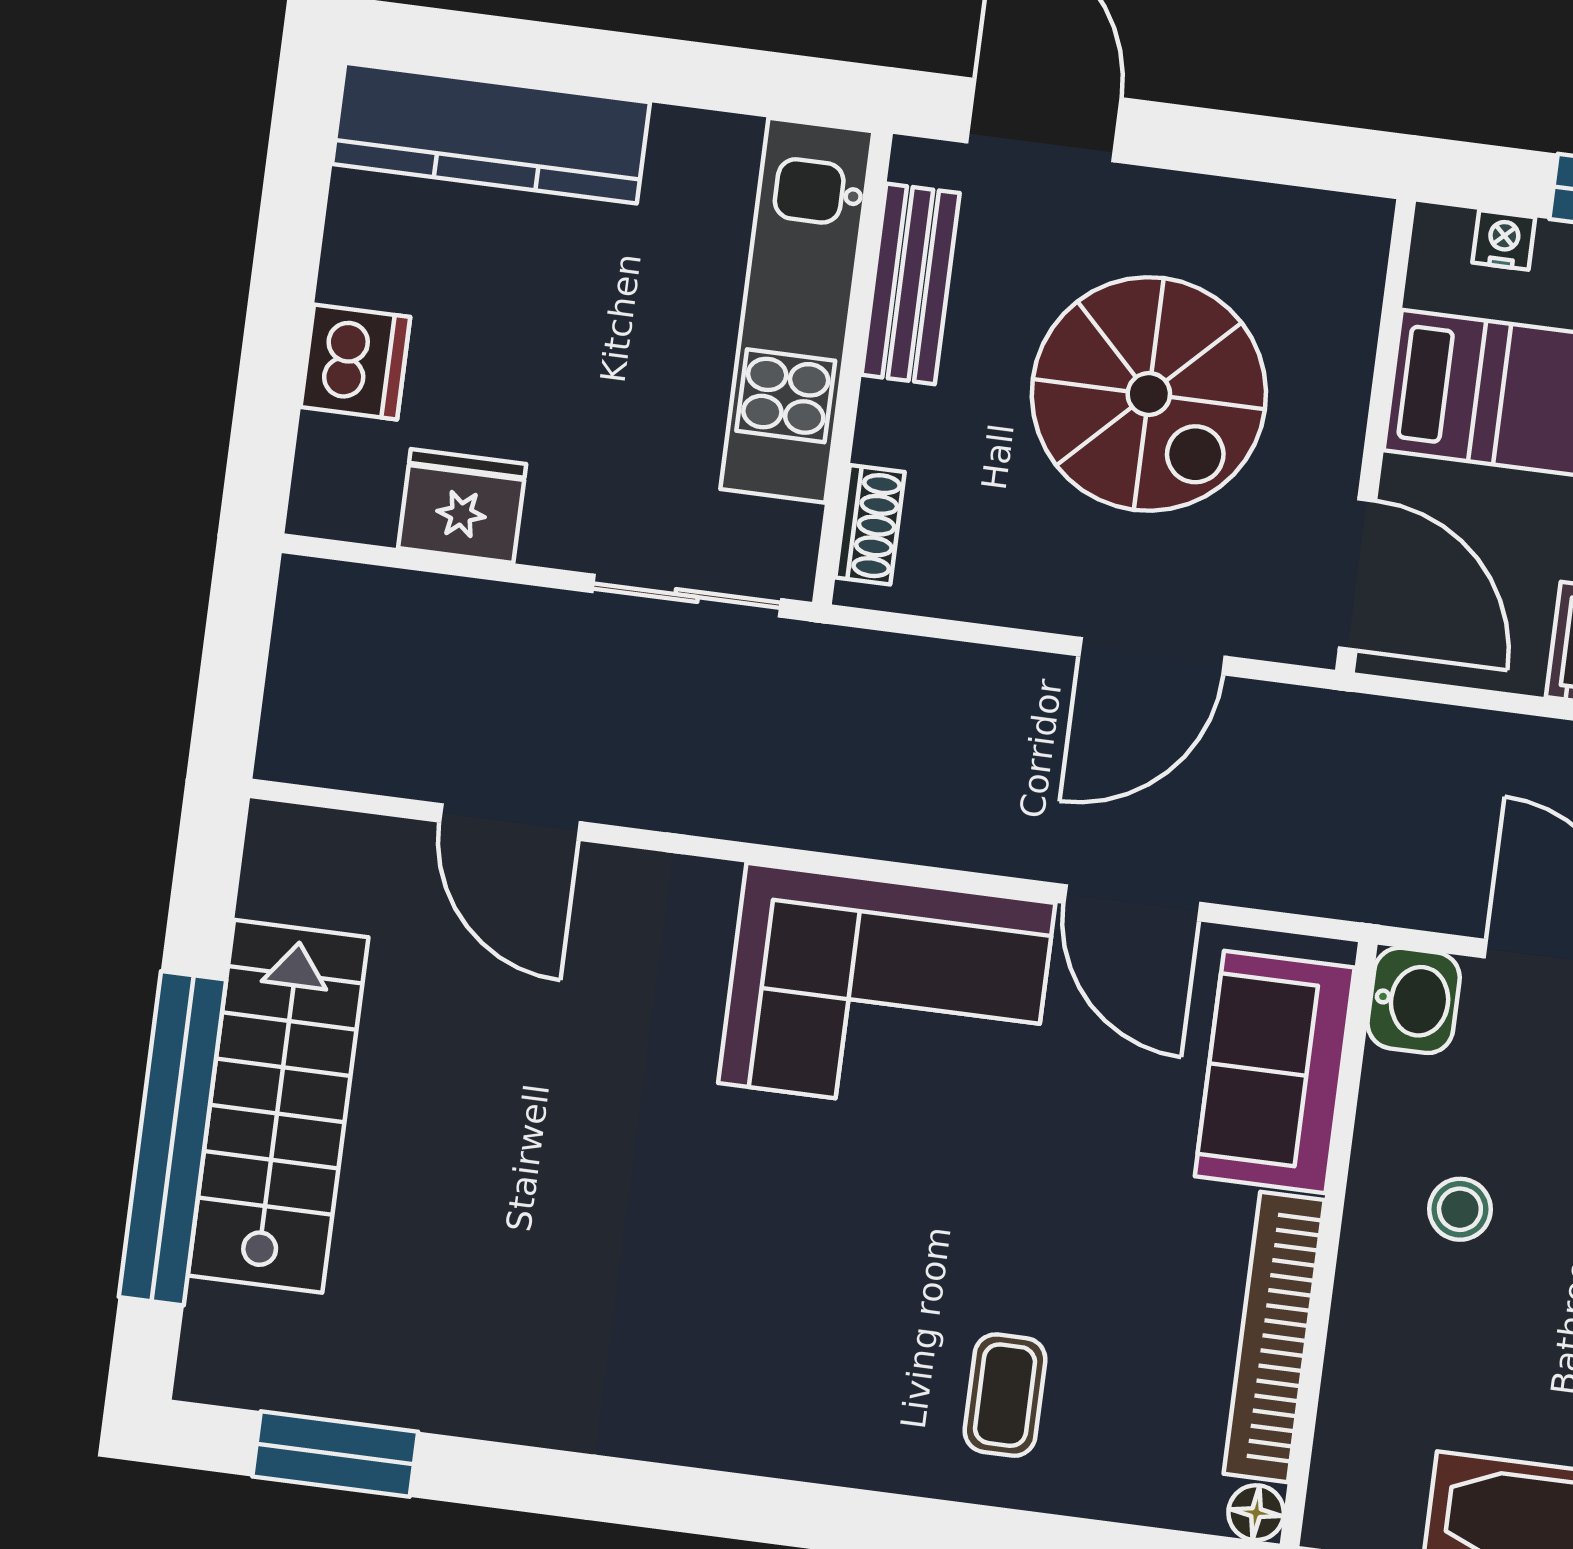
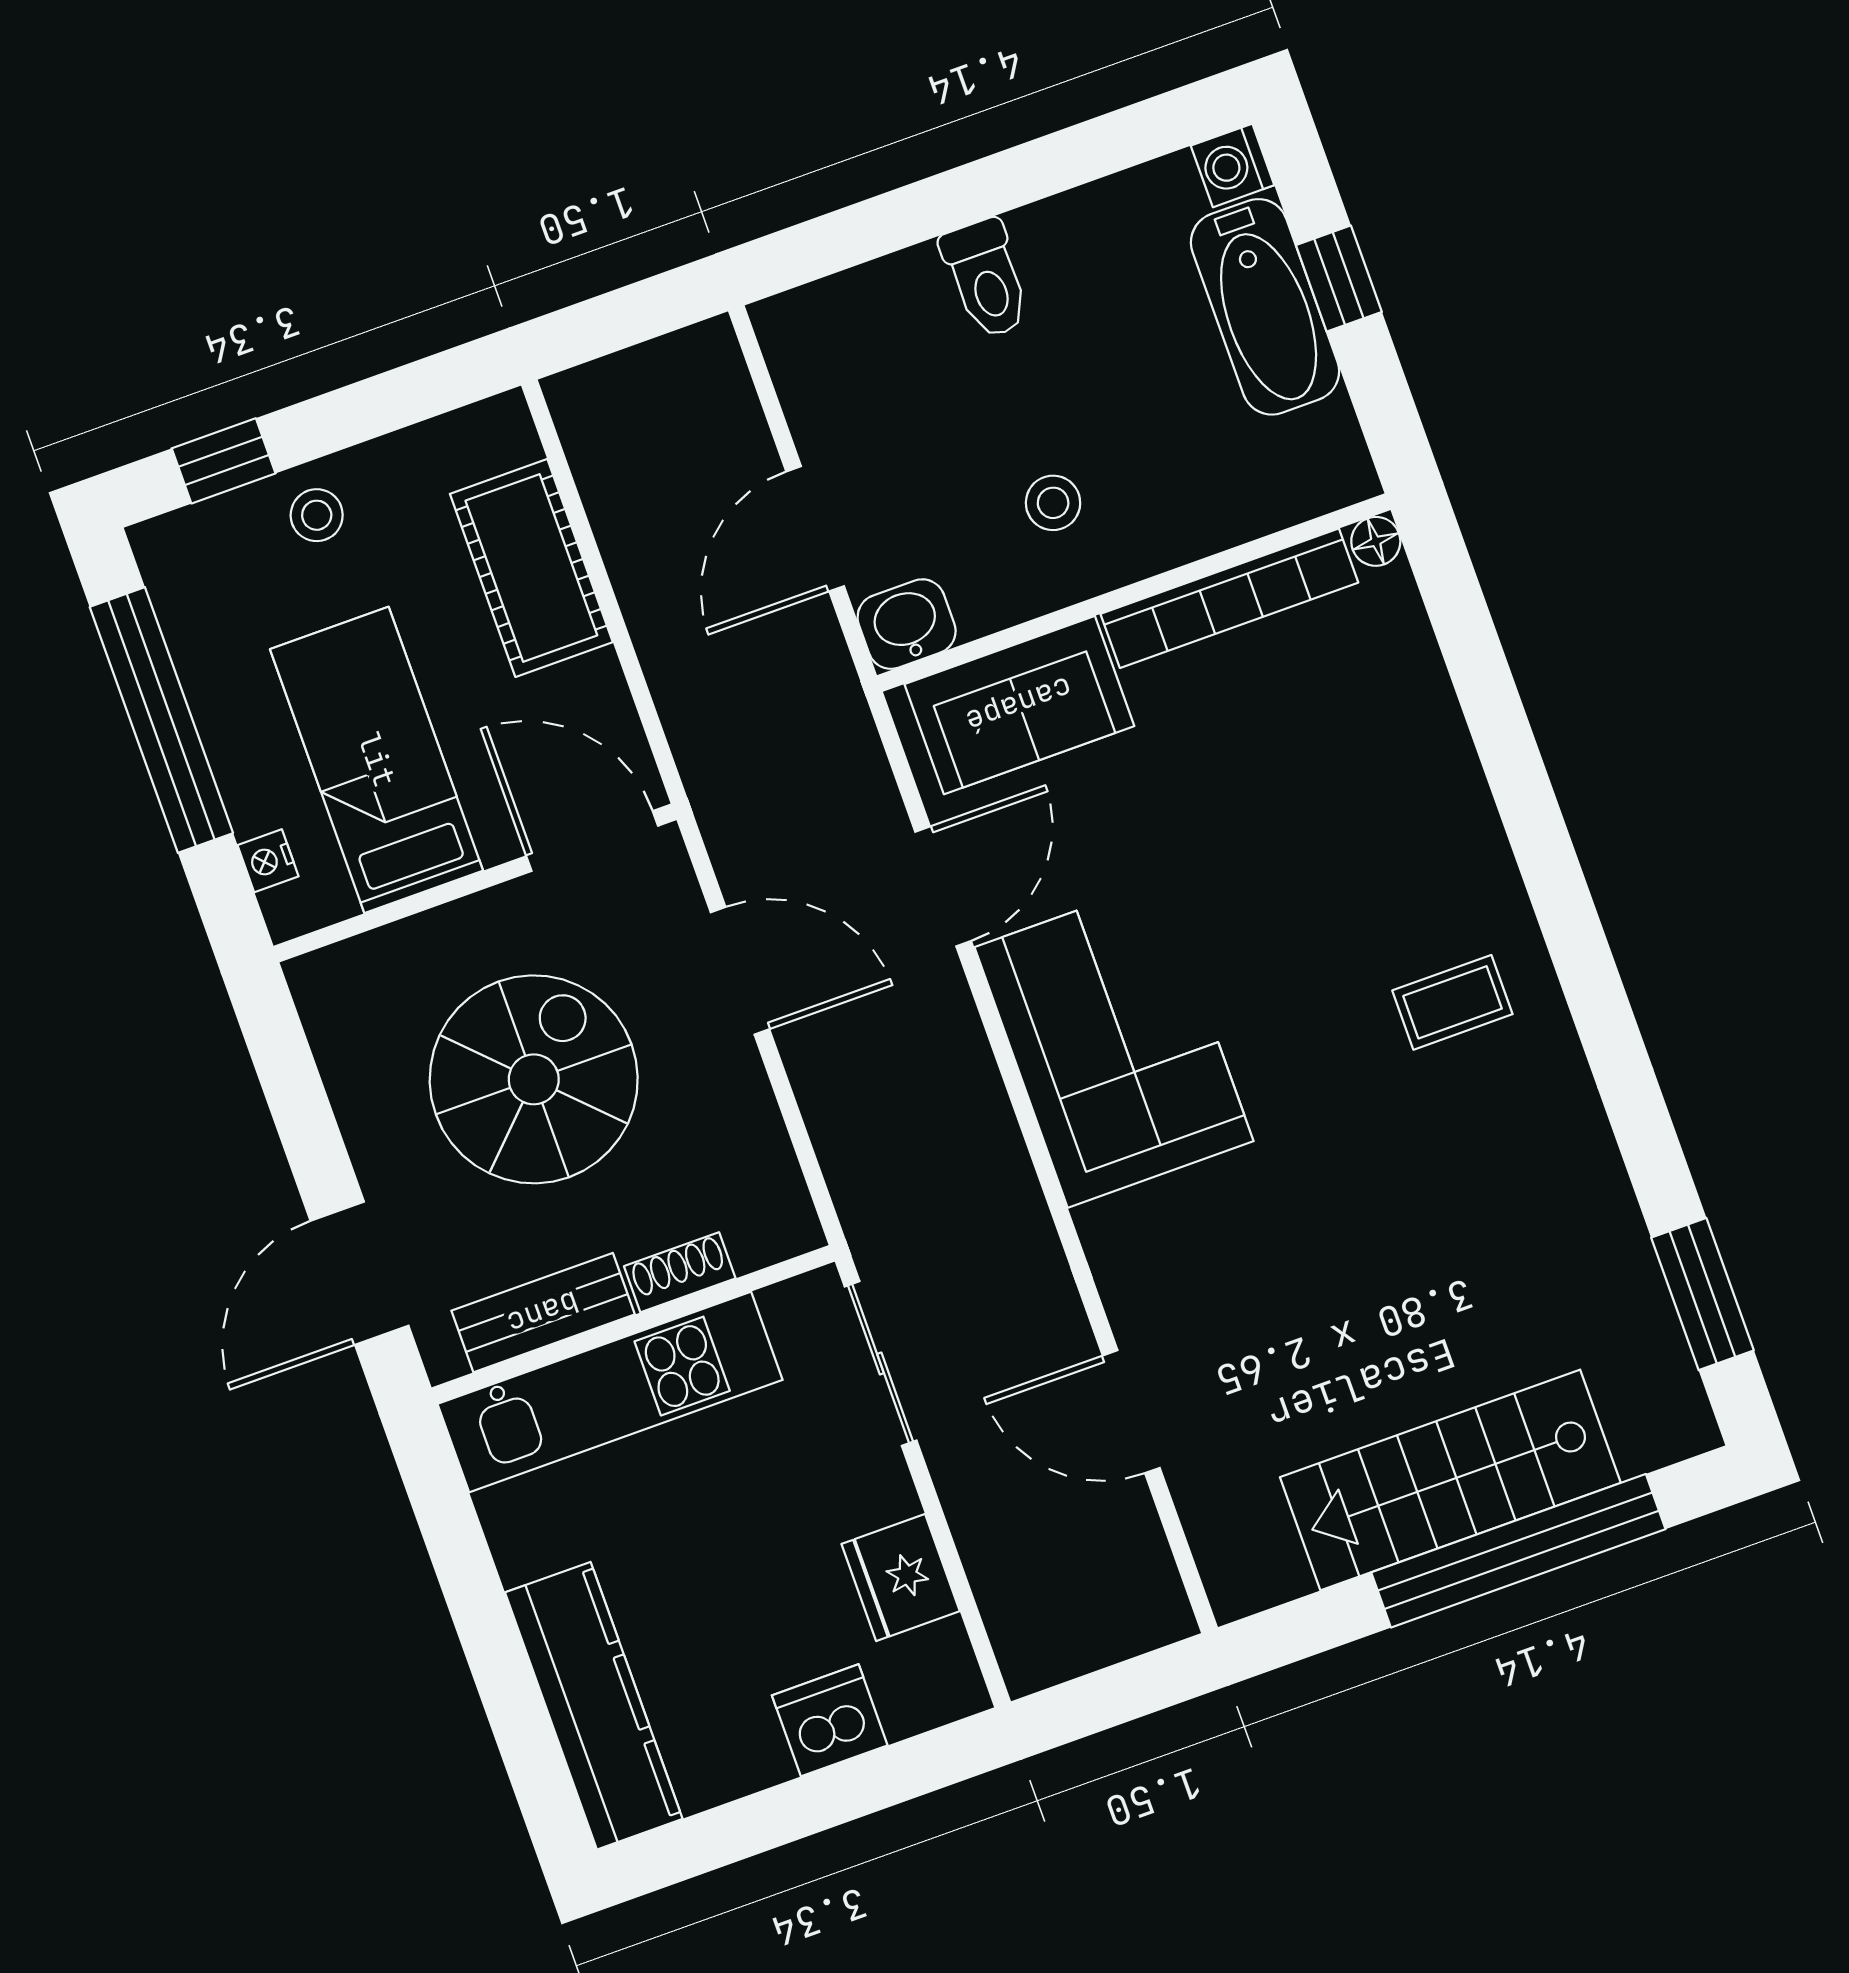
shoe rack: (870, 525) -> (680, 1272), moved
door: (1358, 574) -> (592, 841), hinge flipped
door: (510, 822) -> (1131, 1412), swing flipped
coffee table: (1005, 1395) -> (1452, 1002), moved

